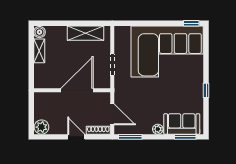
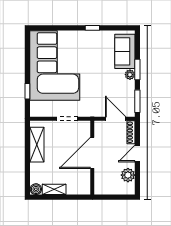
window: (191, 23) -> (27, 91), moved
door: (77, 90) -> (92, 153), hinge flipped
door: (112, 114) -> (116, 119), hinge flipped
plant: (42, 127) -> (128, 175), moved
window: (185, 137) -> (137, 69), moved

